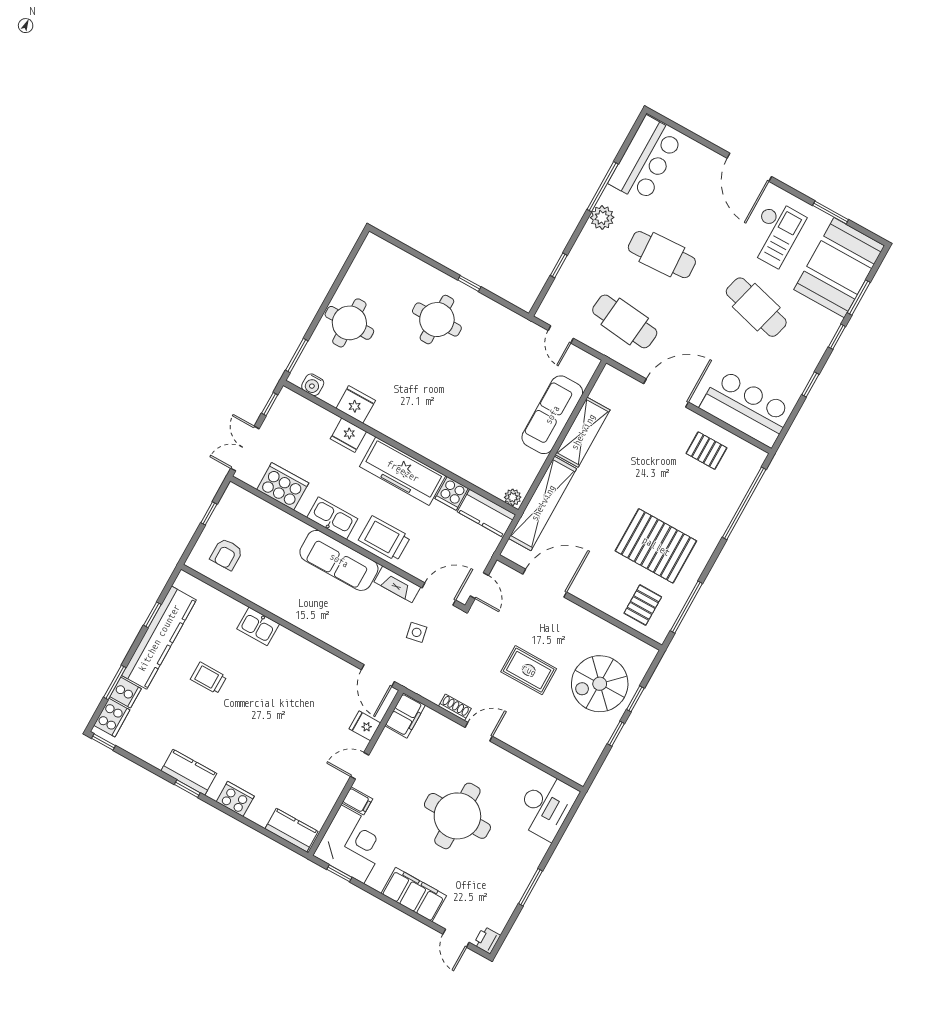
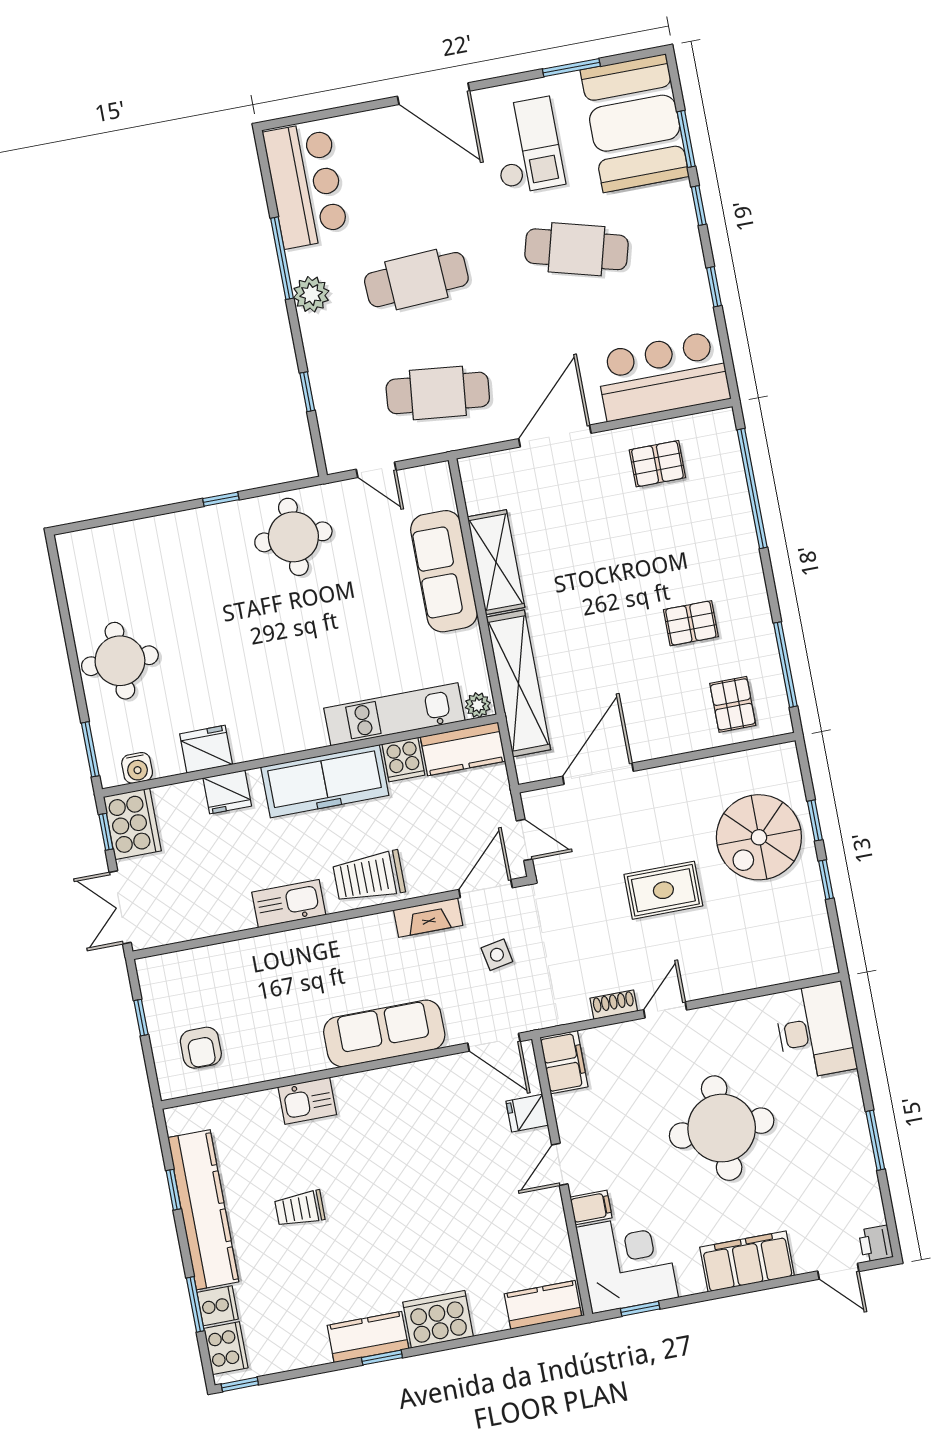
round table: (437, 320) -> (293, 537), moved
kitchen unit: (466, 467) -> (394, 714), added
cooker: (283, 486) -> (132, 824), moved, turned 90
pallet: (656, 546) -> (691, 623), width x0.49, depth x0.50
sofa: (339, 560) -> (384, 1033), moved, turned 180
cooker: (235, 799) -> (438, 1319), width x1.37, depth x1.31

